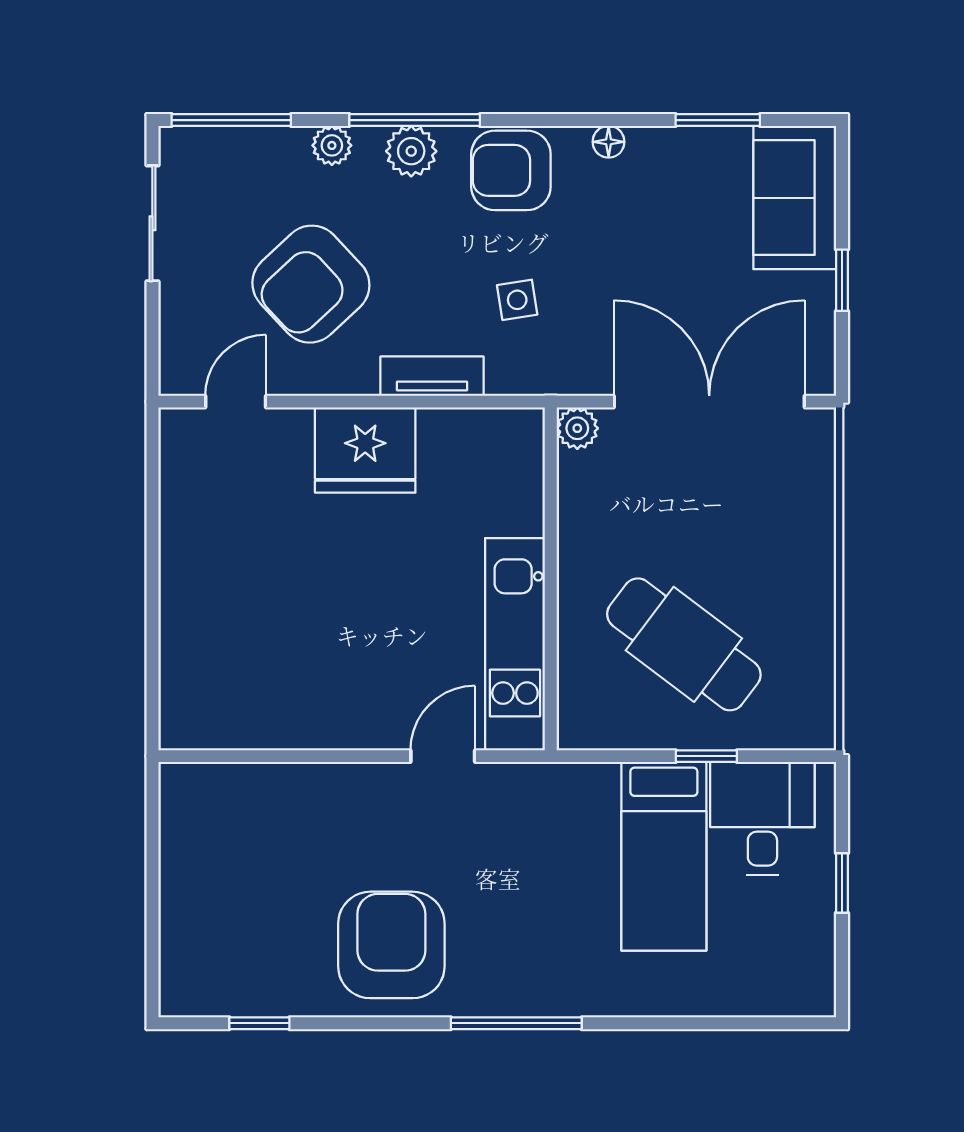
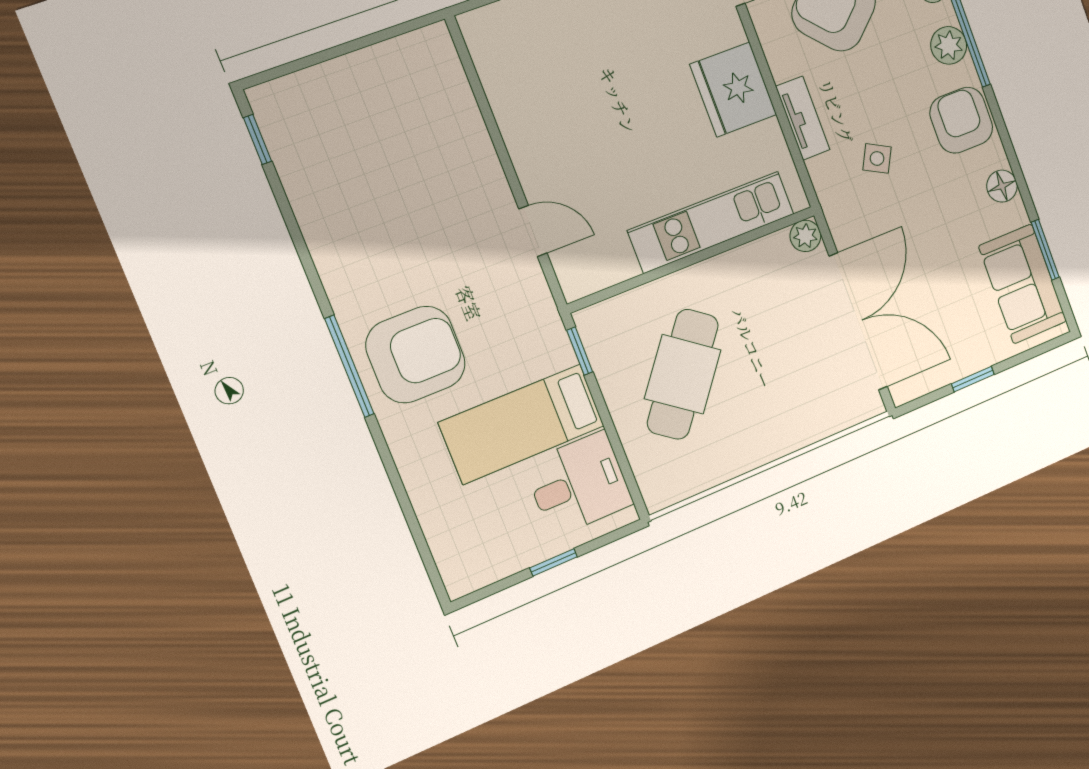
floor lamp: (609, 142) -> (1002, 186), width x1.37, depth x1.37
sofa: (795, 198) -> (1023, 284), moved, turned -90
side table: (517, 300) -> (877, 158), turned 37
kitchen unit: (515, 644) -> (711, 222), moved
window: (706, 756) -> (580, 351), moved
armchair: (391, 945) -> (416, 355), moved
window: (259, 1023) -> (257, 139), moved

